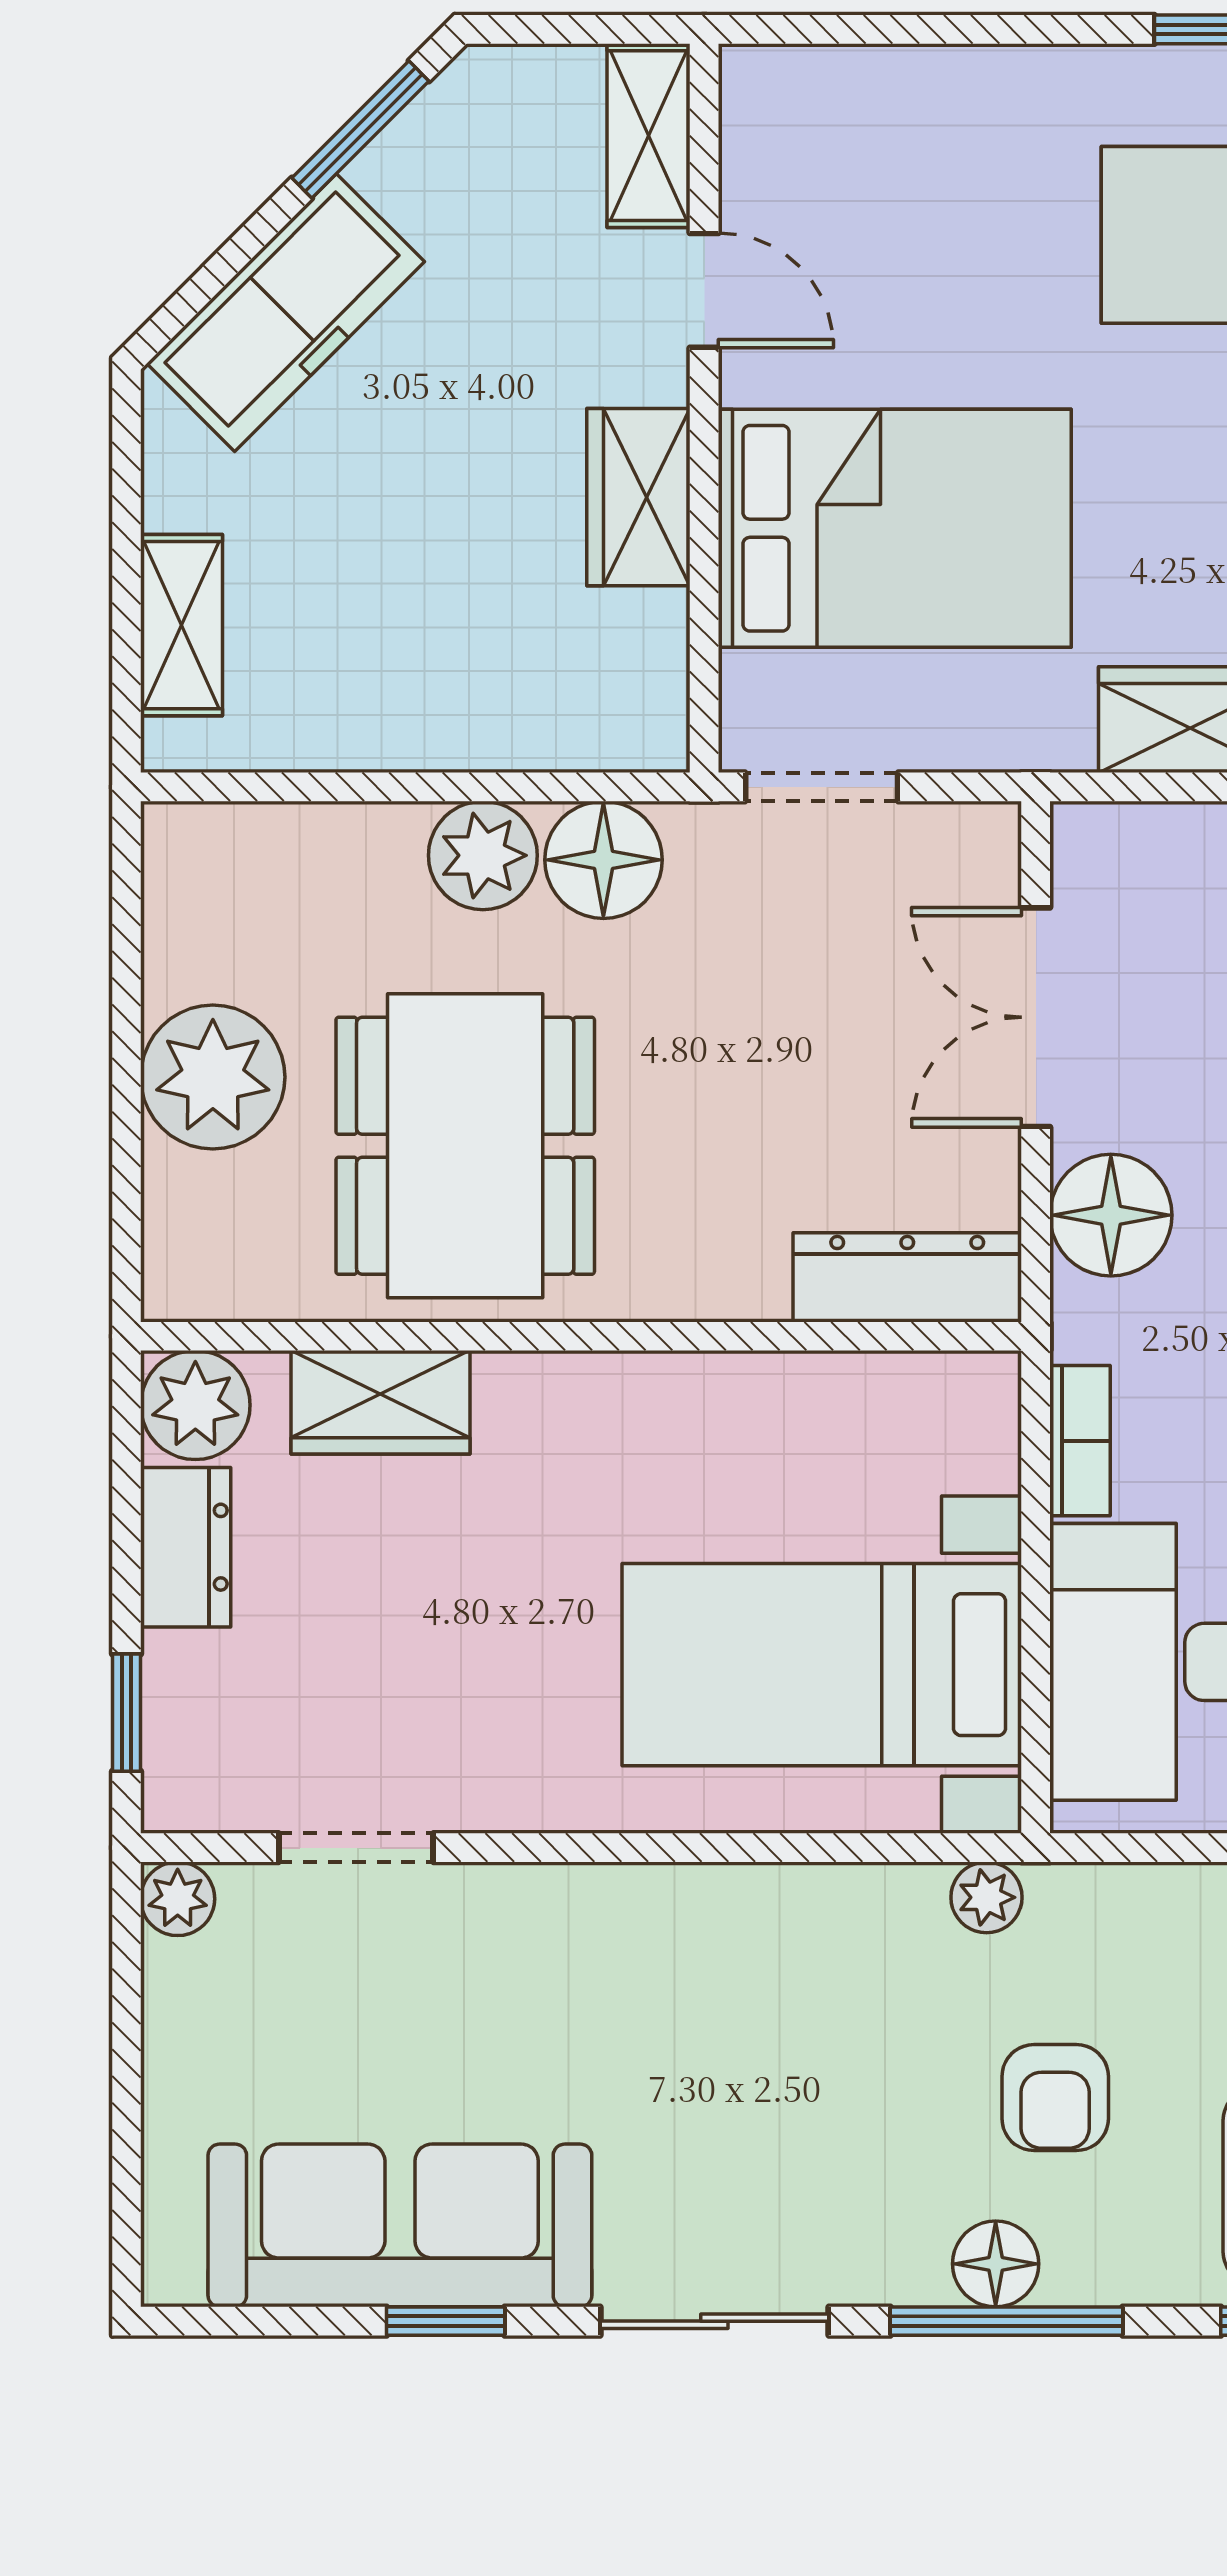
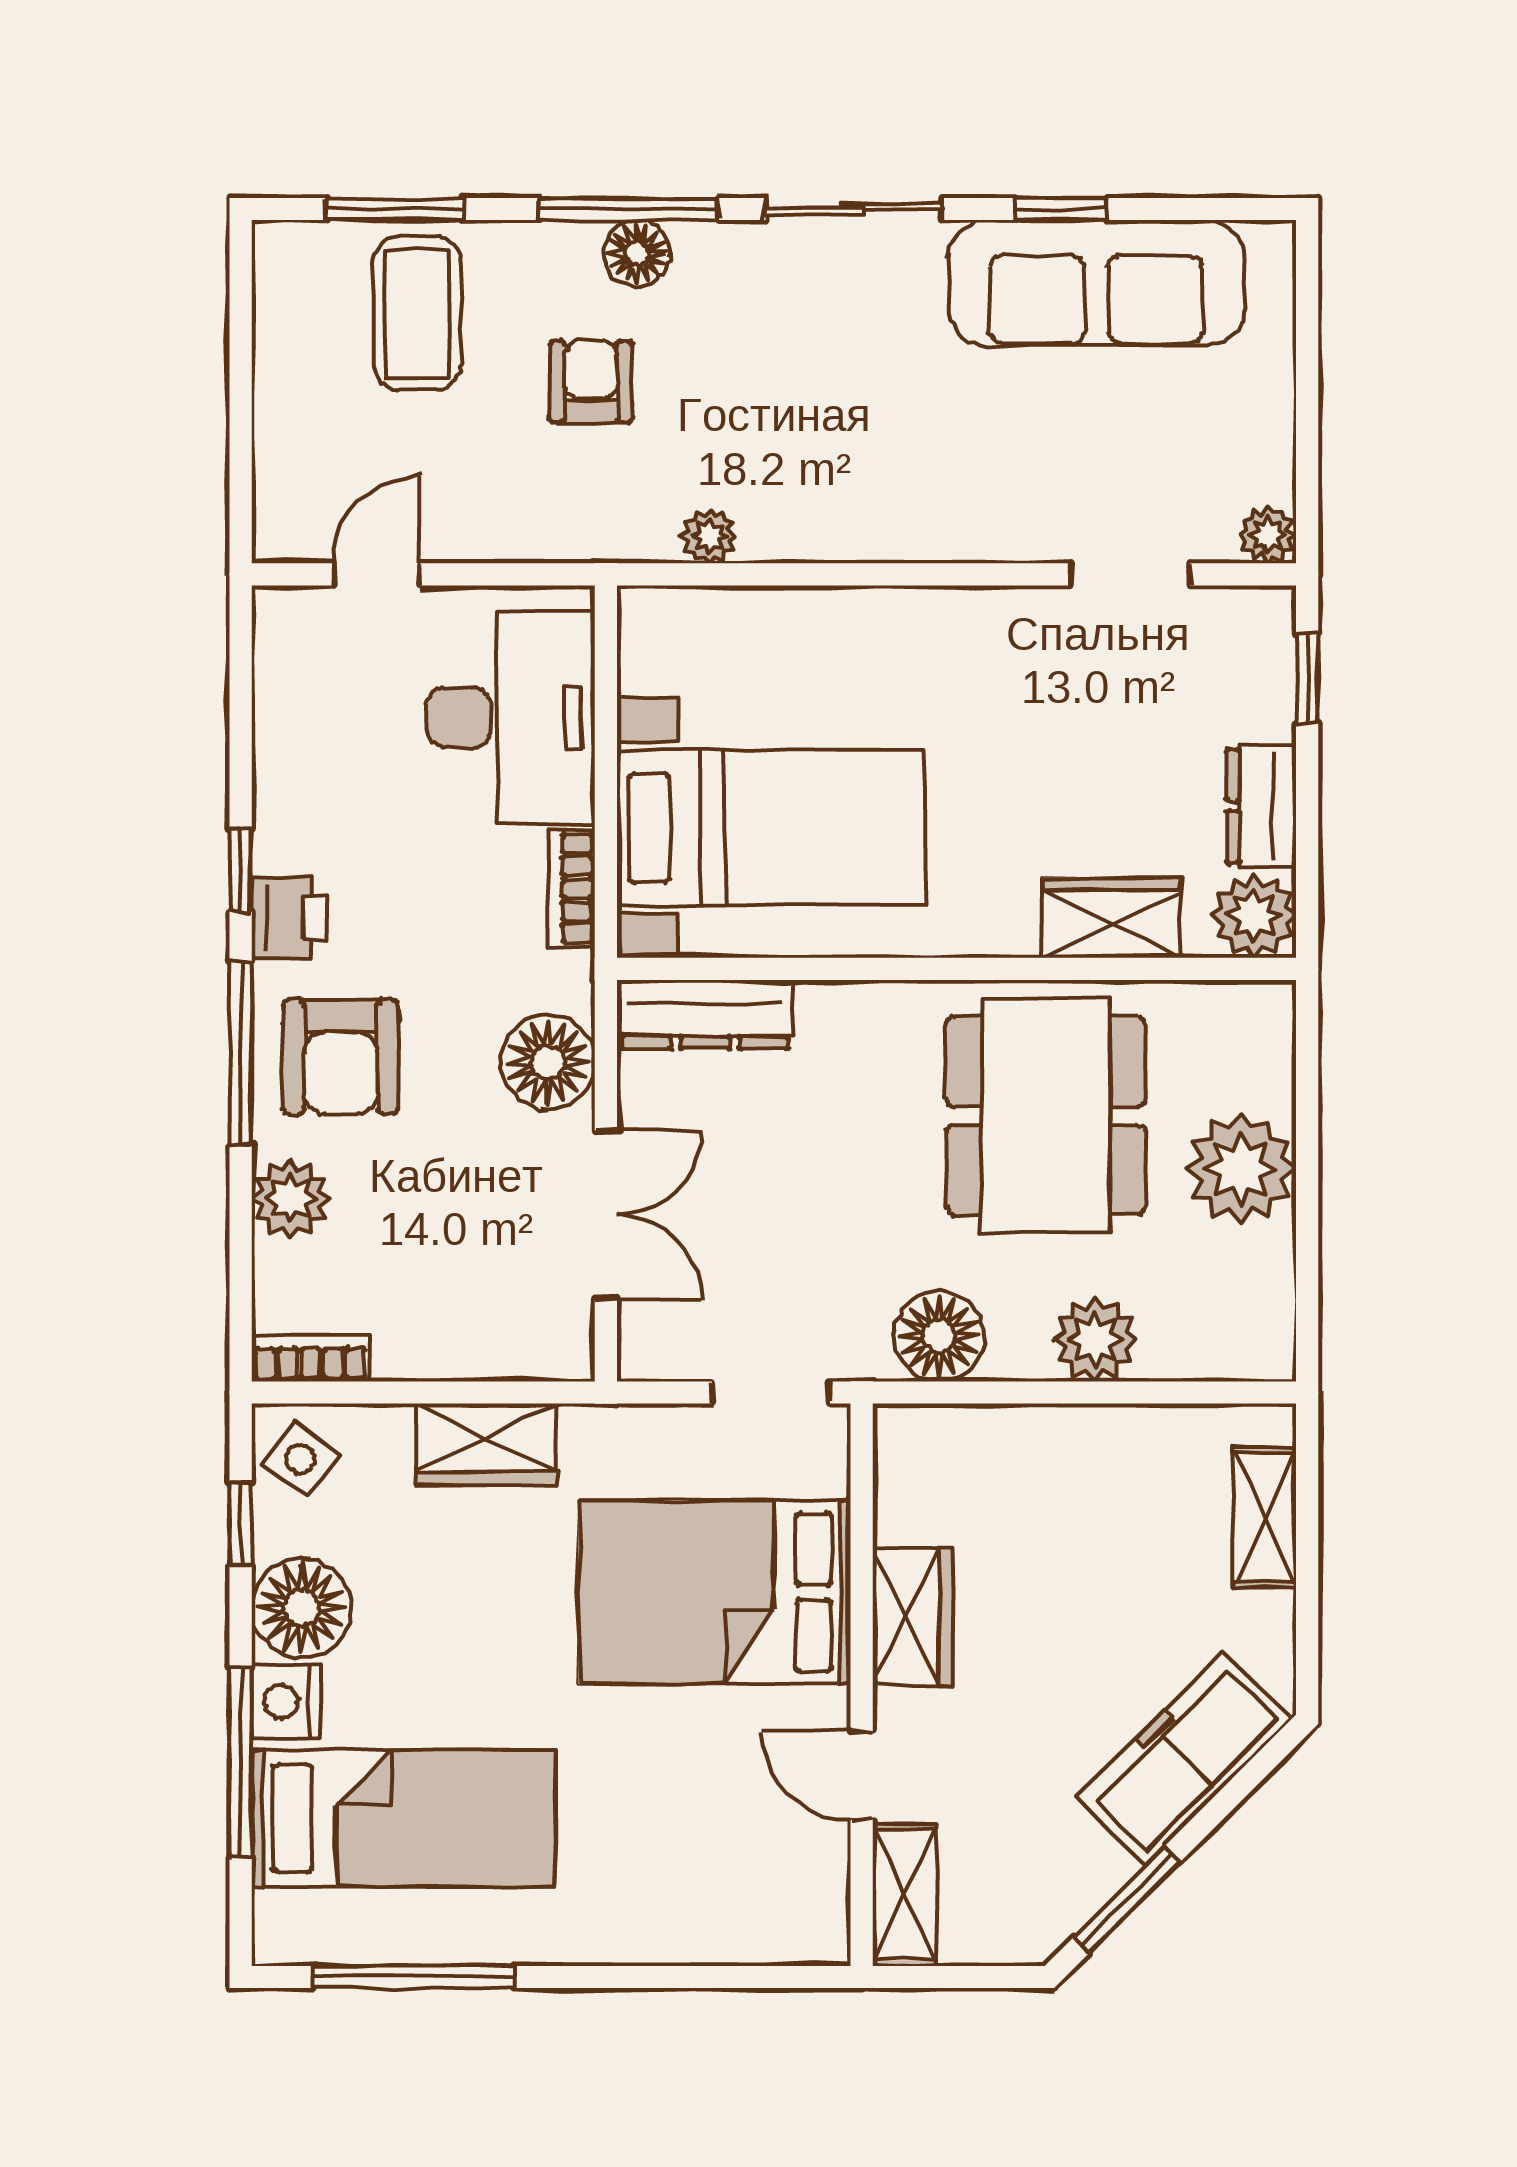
plant: (483, 855) -> (1095, 1340), moved
bed with nightstands: (822, 1665) -> (771, 828), moved
plant: (986, 1897) -> (709, 536), moved

